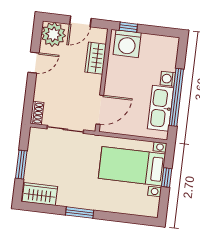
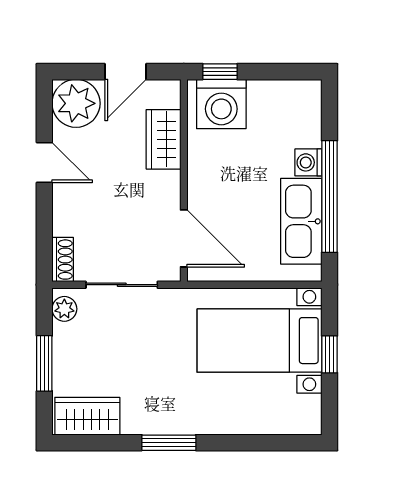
door: (34, 63) -> (44, 162), hinge flipped
door: (100, 110) -> (184, 238), hinge flipped
plant: (35, 138) -> (64, 309), added

